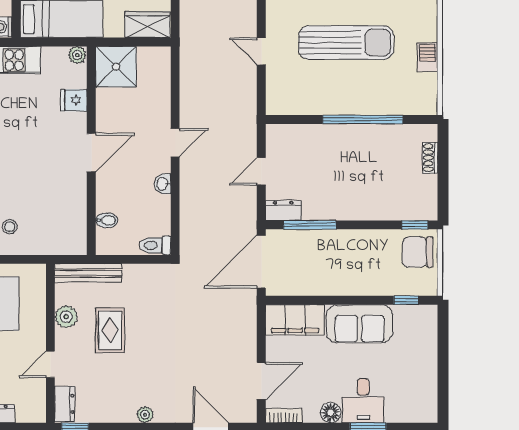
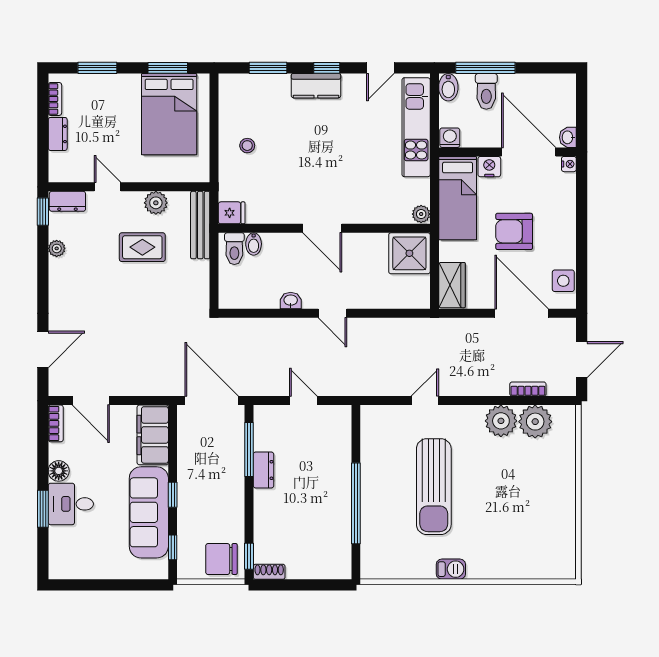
barbecue: (427, 57) -> (451, 569), moved
fridge: (74, 100) -> (232, 213), moved, turned 90
shoe rack: (430, 158) -> (269, 572), moved
dresser: (283, 211) -> (263, 470), moved
toilet: (155, 245) -> (234, 249), moved, turned 180
chair: (418, 252) -> (221, 559), turned -90
window: (354, 300) -> (173, 495), added
sofa: (360, 324) -> (149, 512), width x1.36
plant: (145, 415) -> (57, 248), moved

